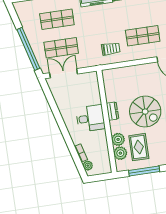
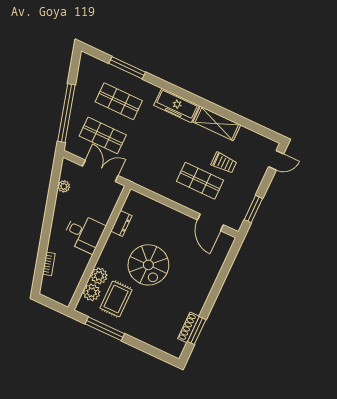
trolley: (111, 49) -> (224, 163), moved
double door: (64, 73) -> (100, 171), moved
dresser: (112, 111) -> (121, 223), moved
plant: (88, 166) -> (64, 186), moved

